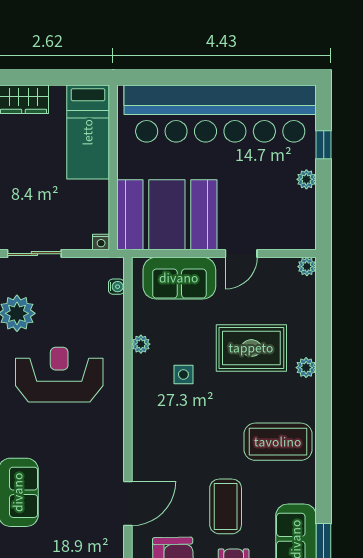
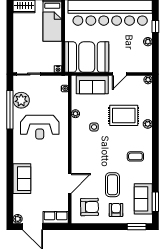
reception desk: (59, 375) -> (40, 127), turned 180
coffee table: (278, 442) -> (135, 156), width x0.54, depth x0.58

